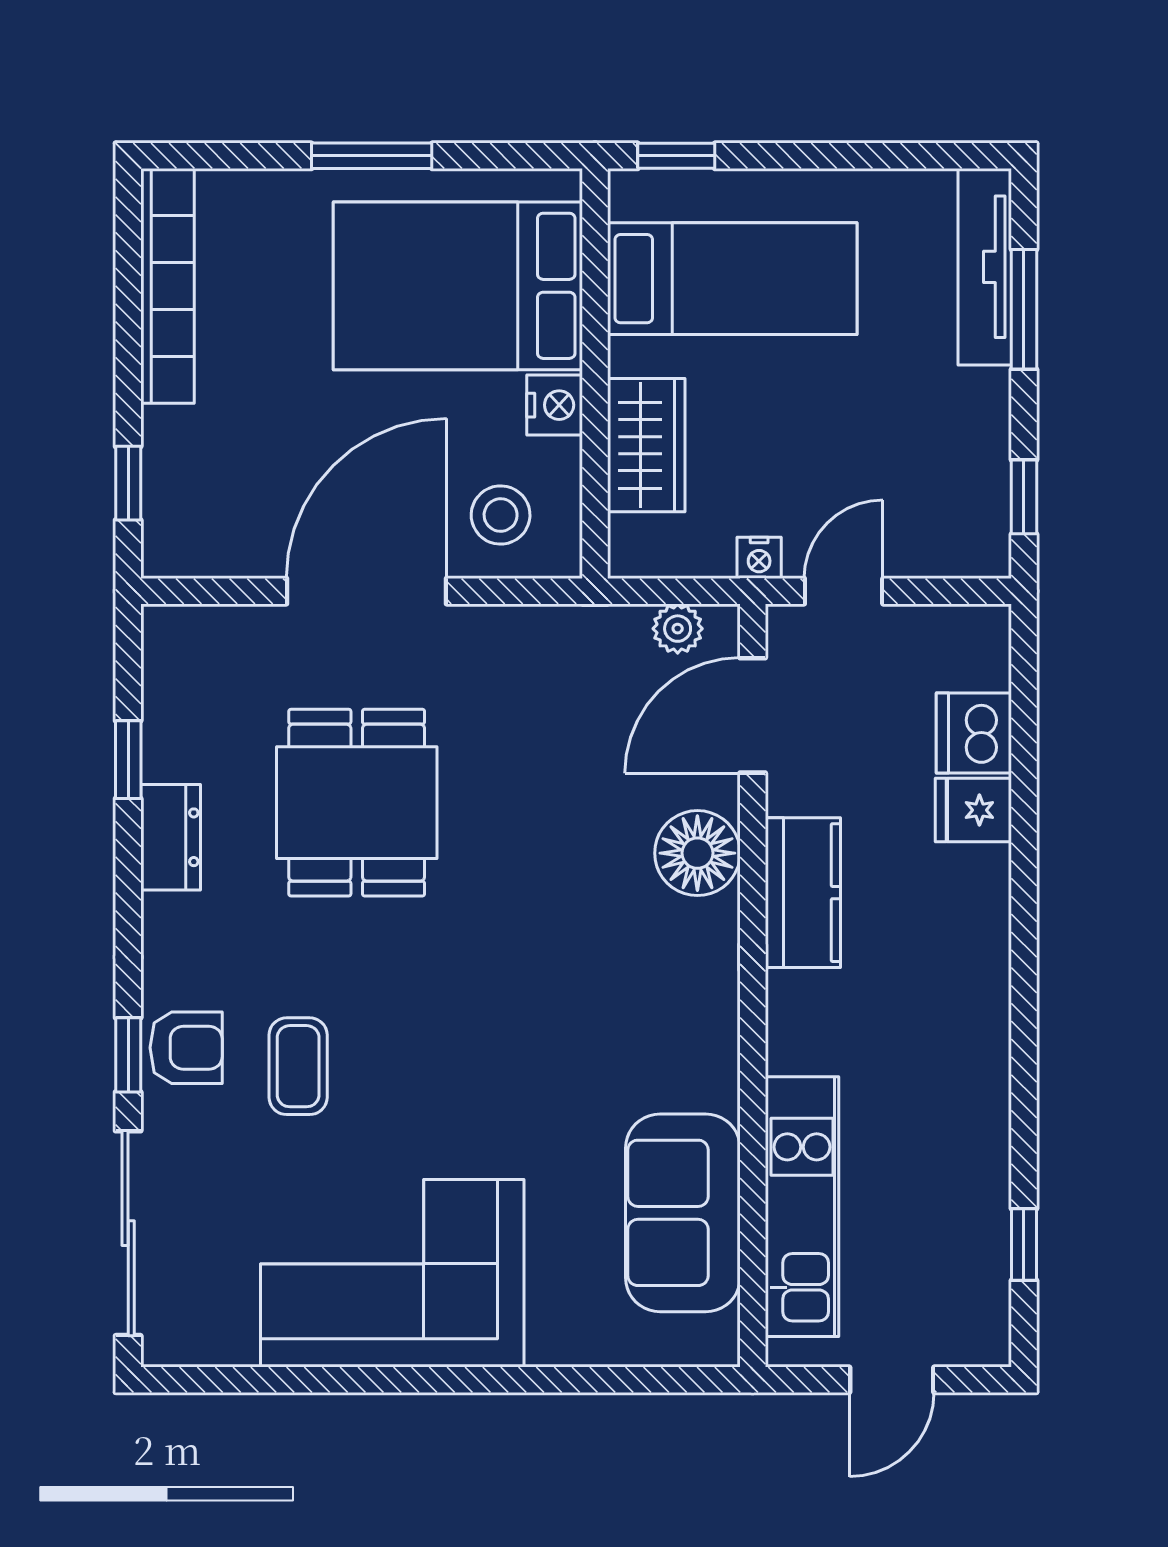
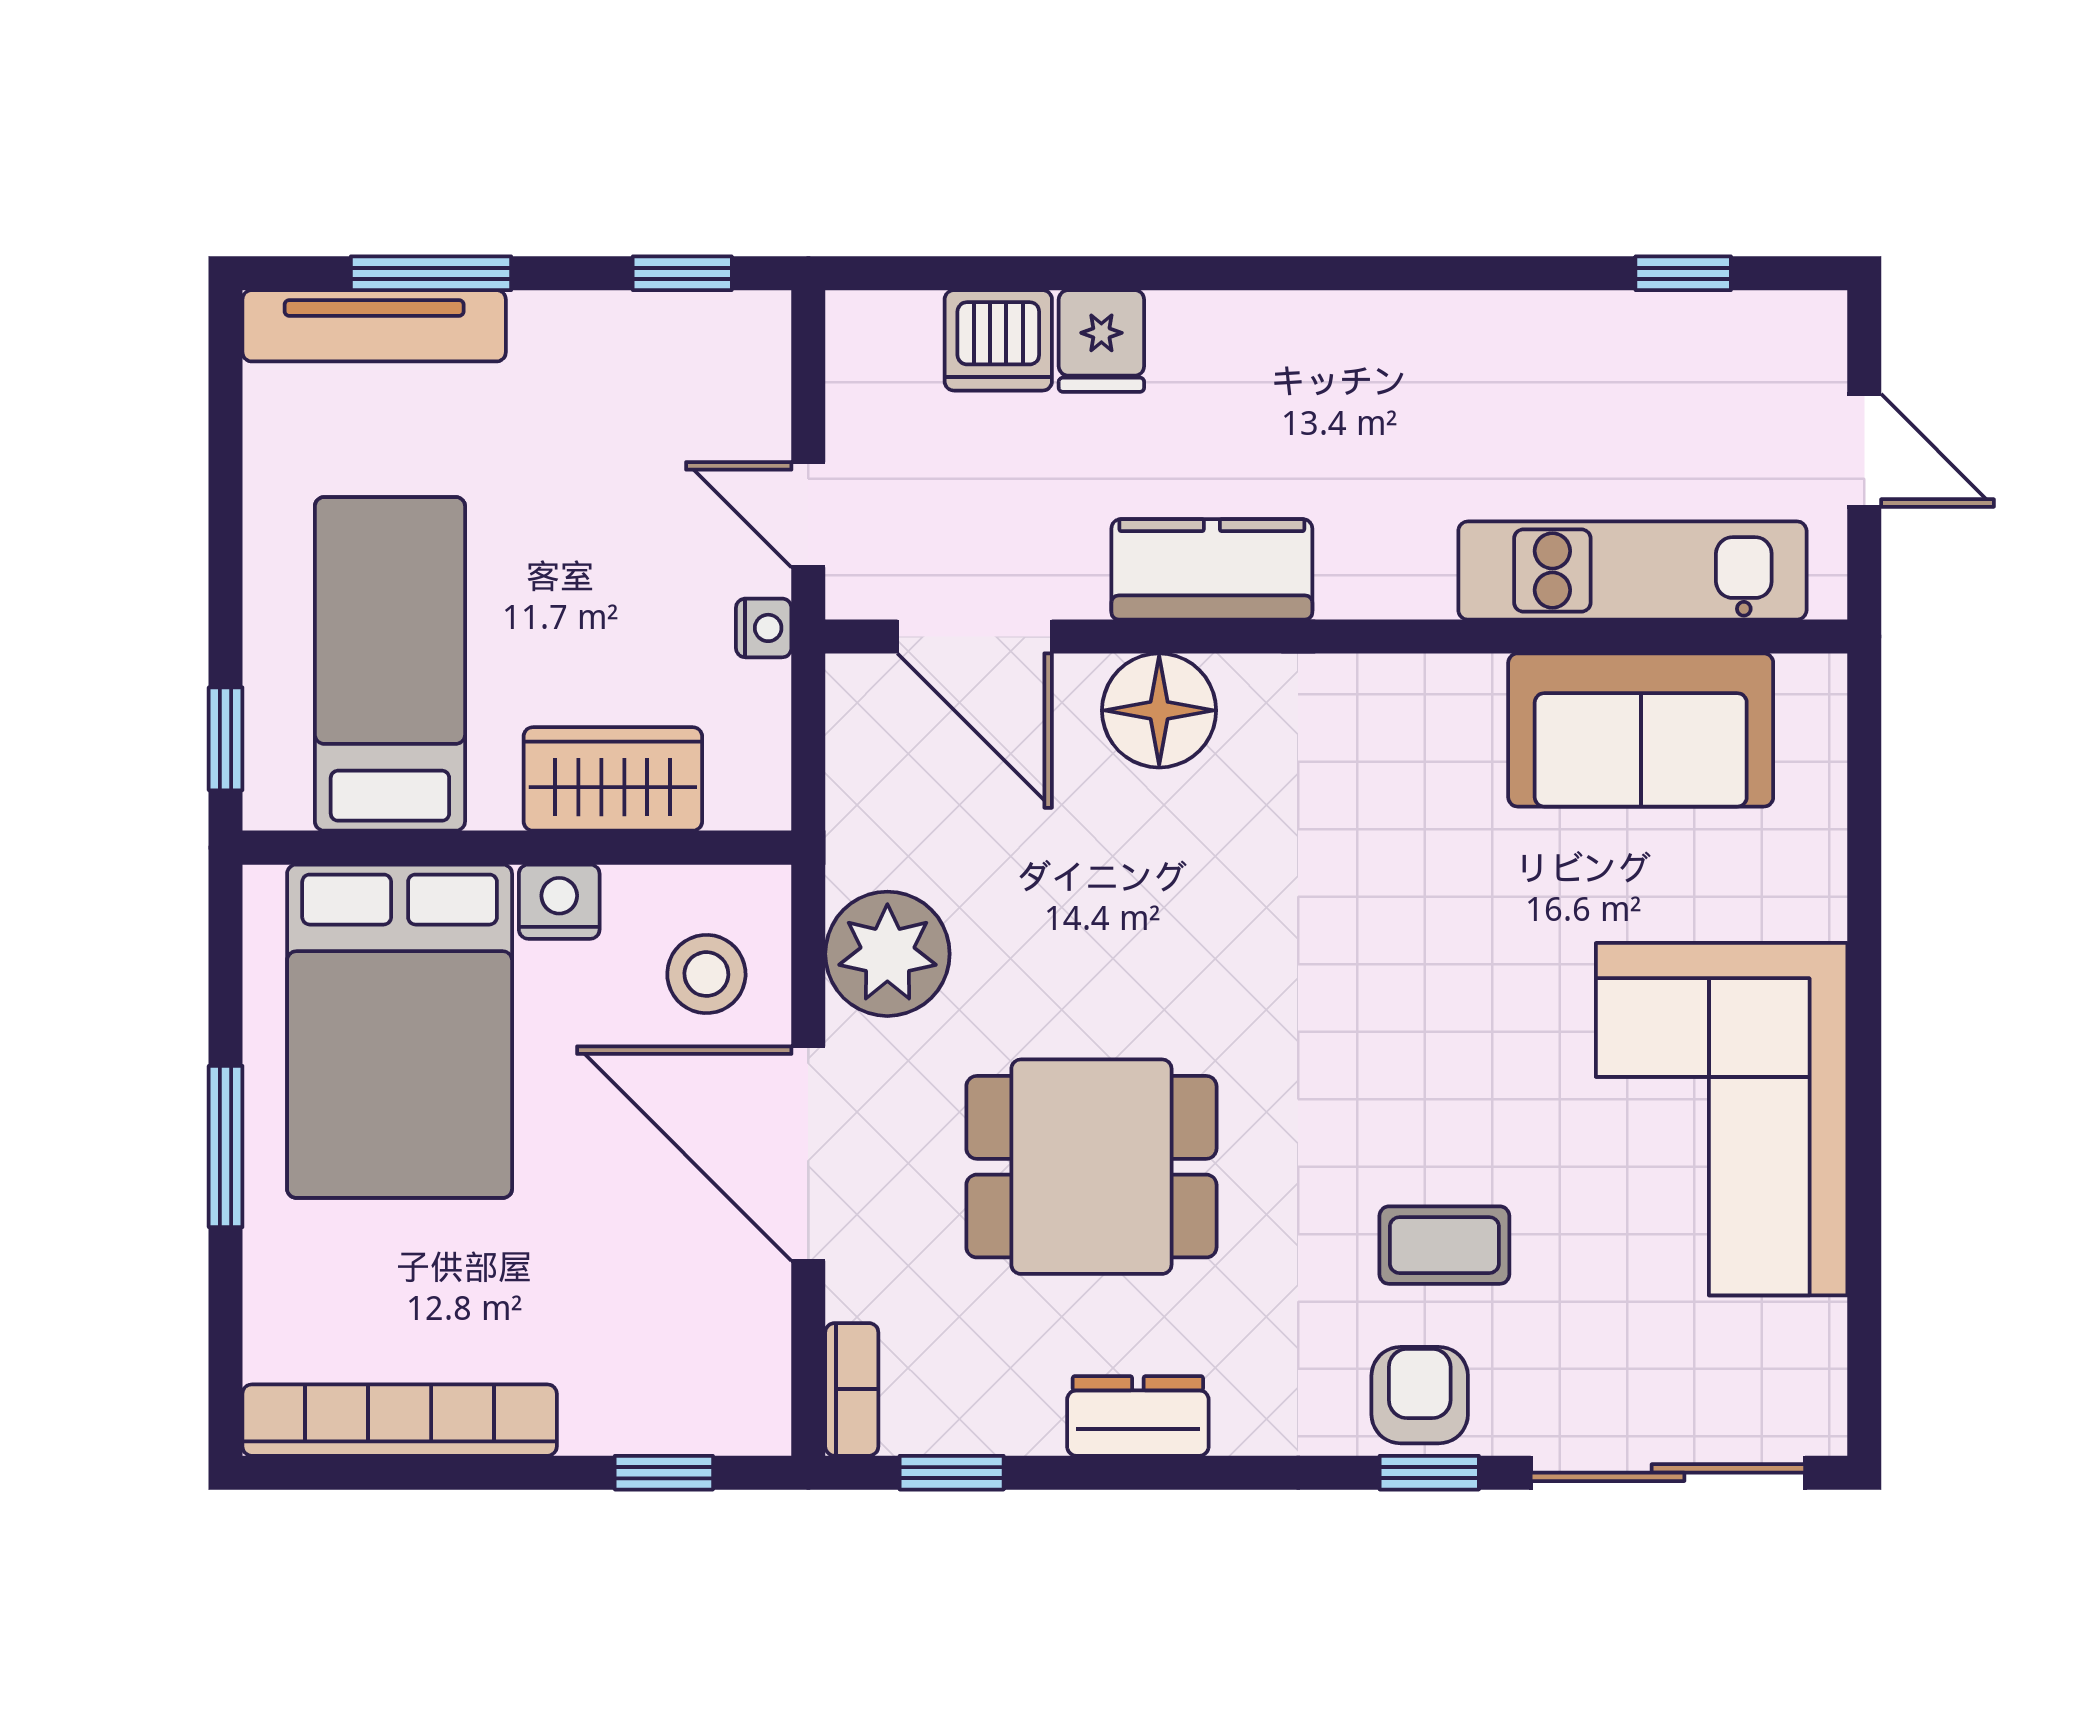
bookcase: (190, 624) -> (852, 1389), added
plant: (678, 629) -> (887, 954), moved, width x1.88, depth x1.88
window: (128, 760) -> (952, 1473), moved

